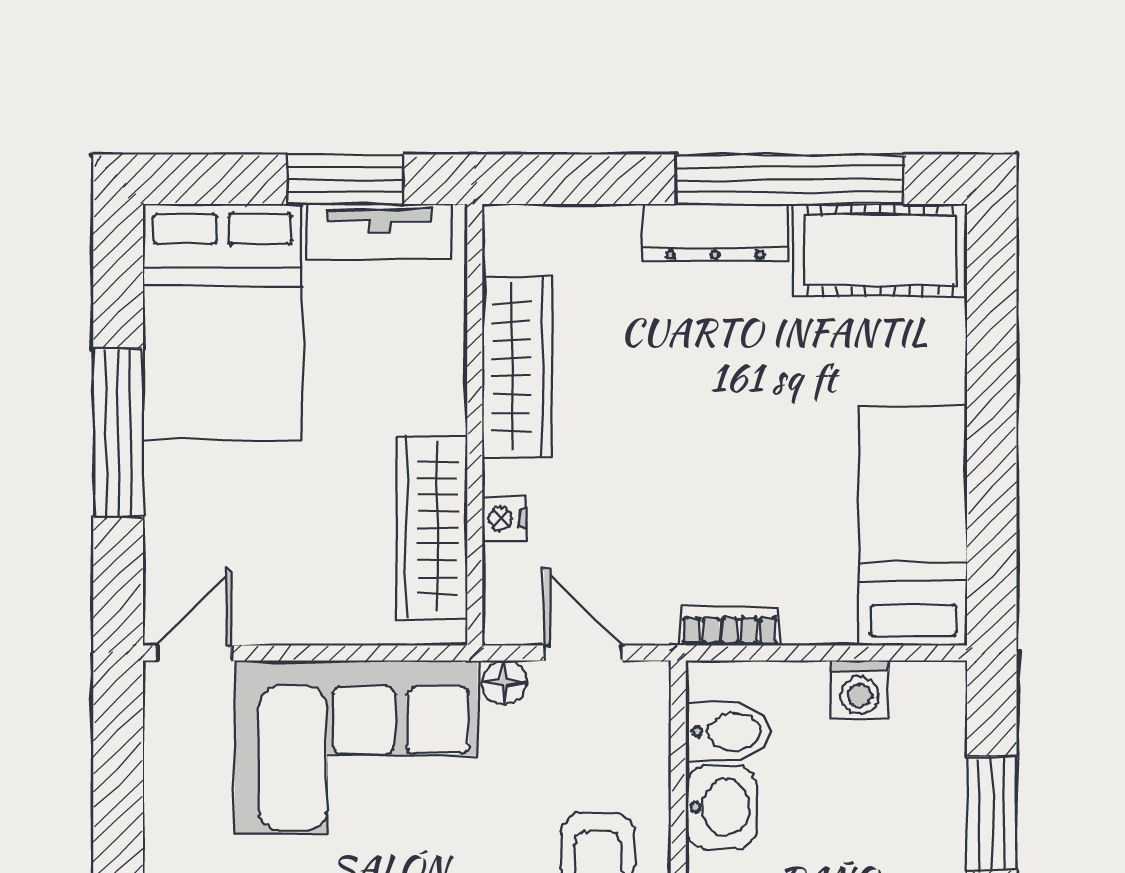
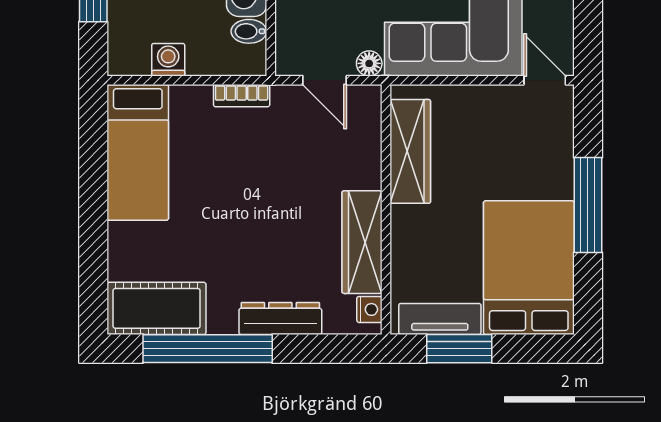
dresser: (715, 232) -> (280, 318), moved
nightstand: (504, 519) -> (369, 309), moved
door: (194, 653) -> (545, 80), swing flipped
bidet: (728, 731) -> (249, 31), width x0.72, depth x0.74

